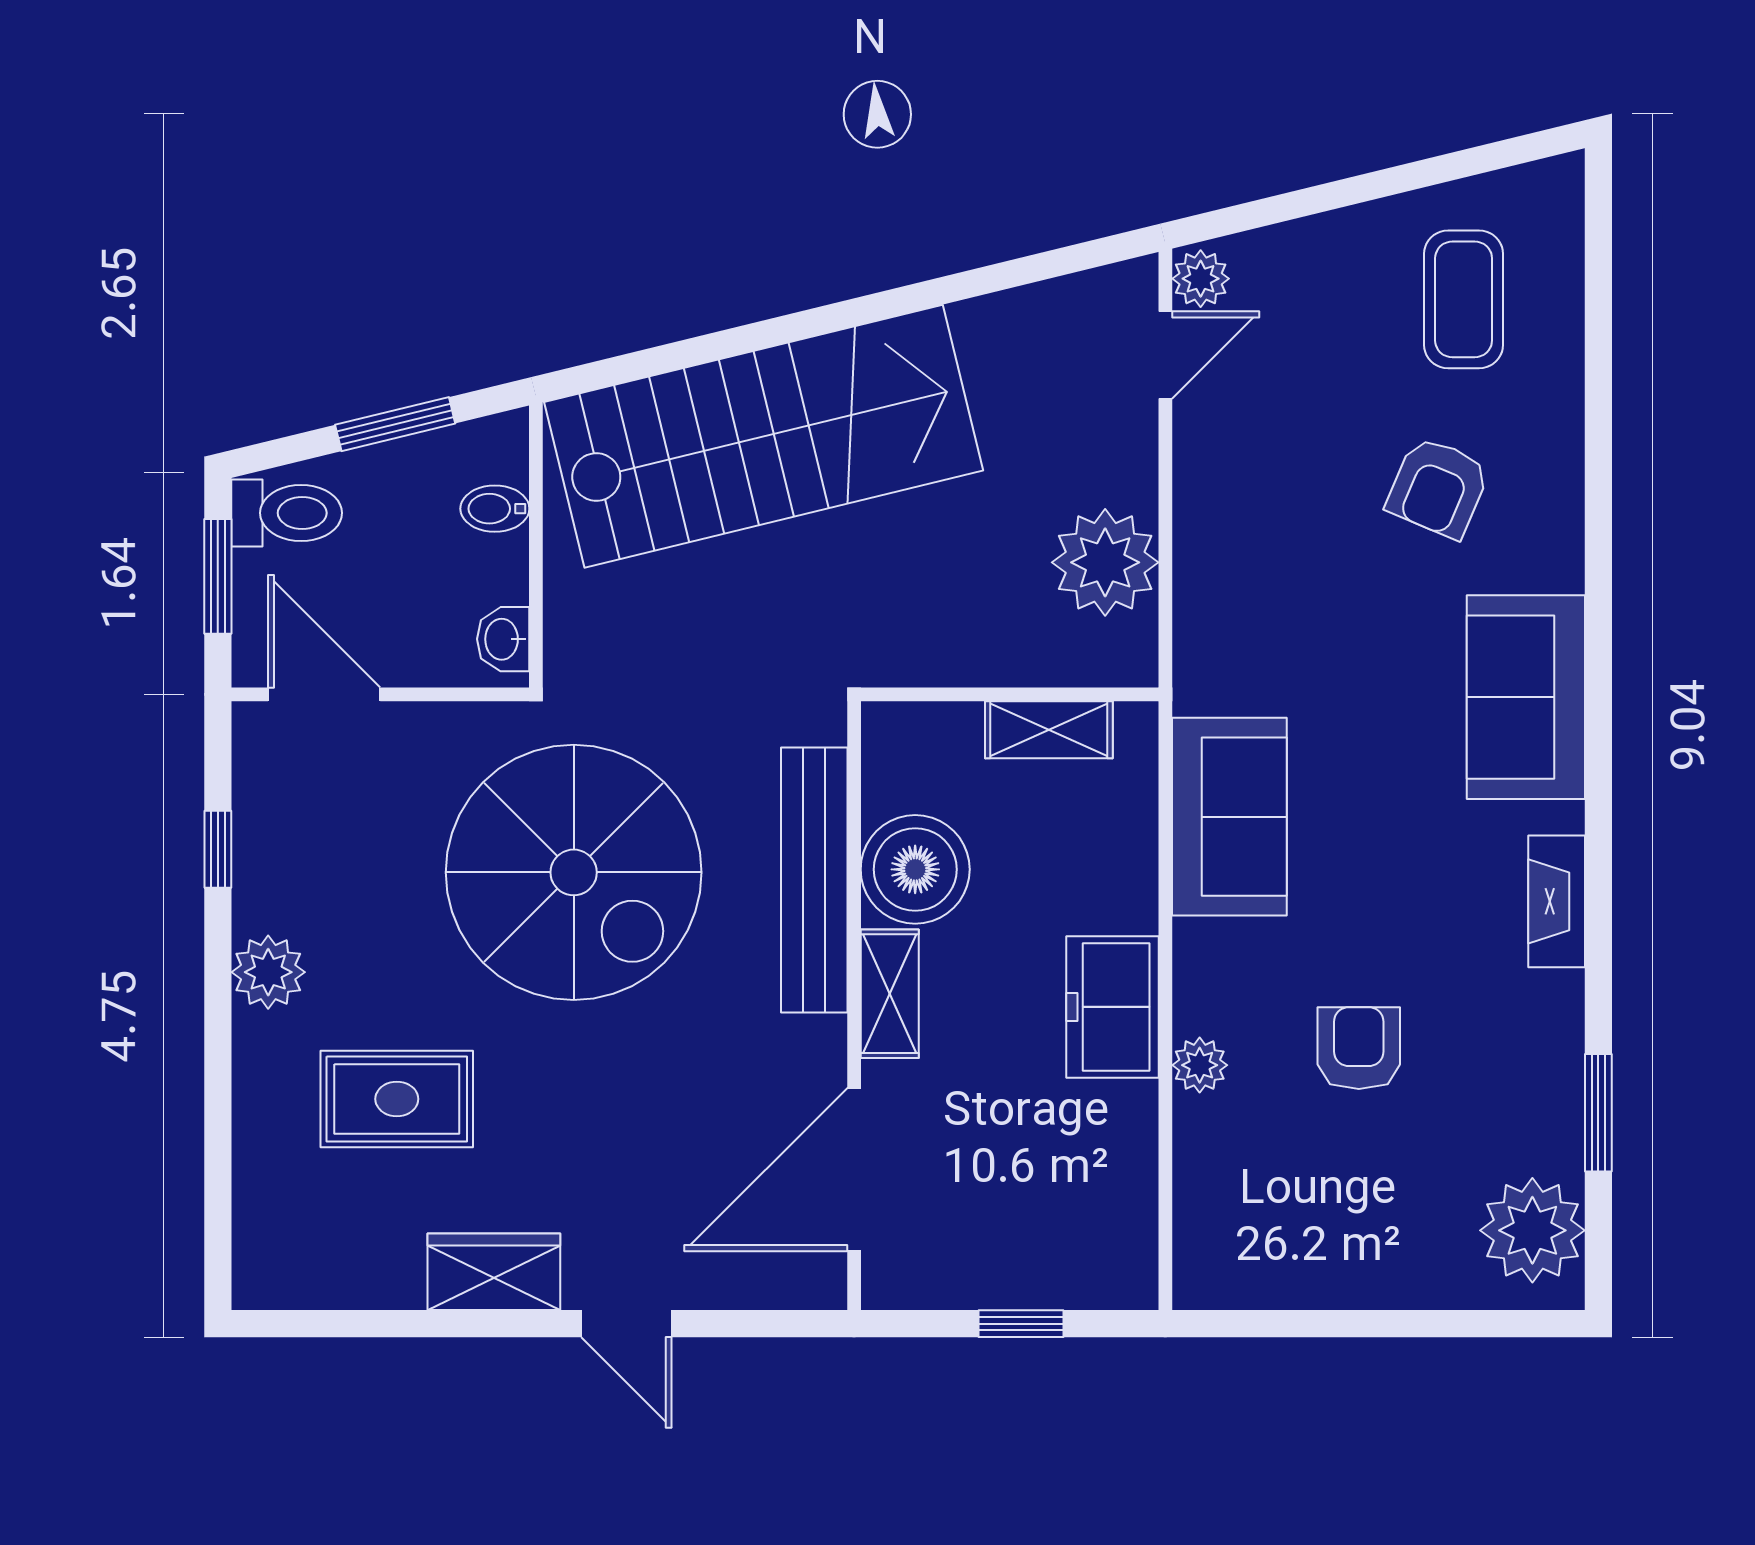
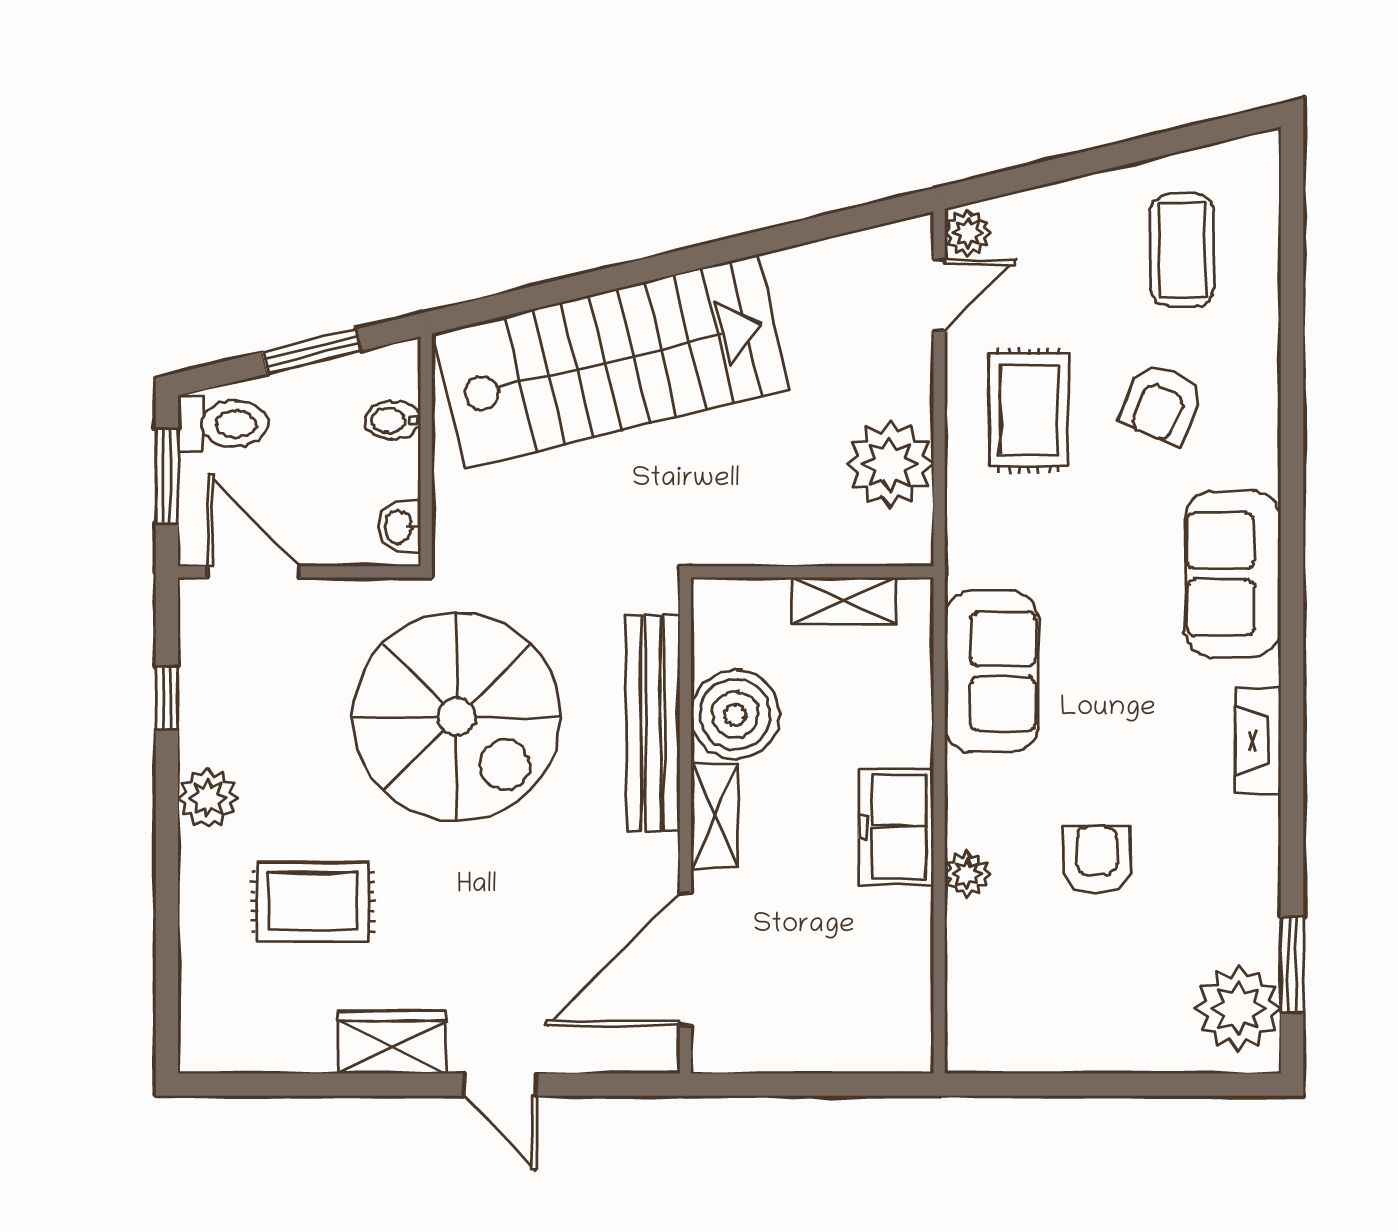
rug: (1275, 496) -> (1029, 410), added
window: (1598, 1113) -> (1292, 964), moved
window: (1021, 1324) -> (821, 1085), removed

